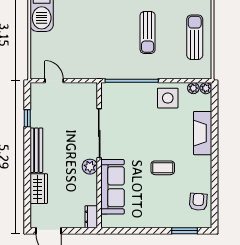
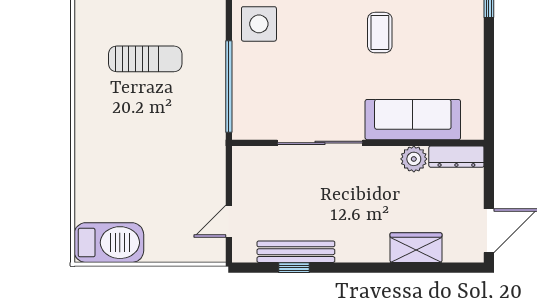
bench: (36, 150) -> (296, 252), moved
plant: (90, 167) -> (414, 159), moved
dresser: (91, 217) -> (456, 157), width x1.44

